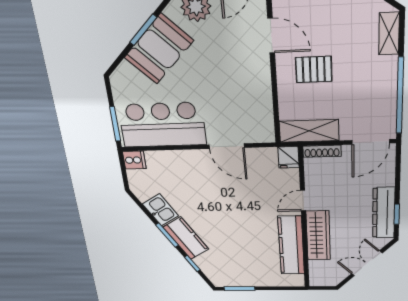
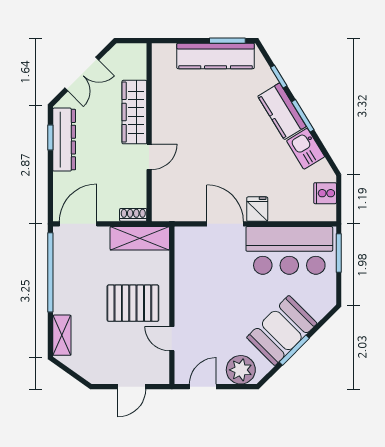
door: (271, 36) -> (172, 339), width x0.73
pallet: (314, 69) -> (133, 303), width x1.50, depth x1.42
shoe rack: (322, 151) -> (133, 215), width x0.70
fridge: (288, 157) -> (257, 209), moved
cooker: (134, 160) -> (325, 193), moved
kitchen counter: (291, 245) -> (216, 56), moved, turned 90

